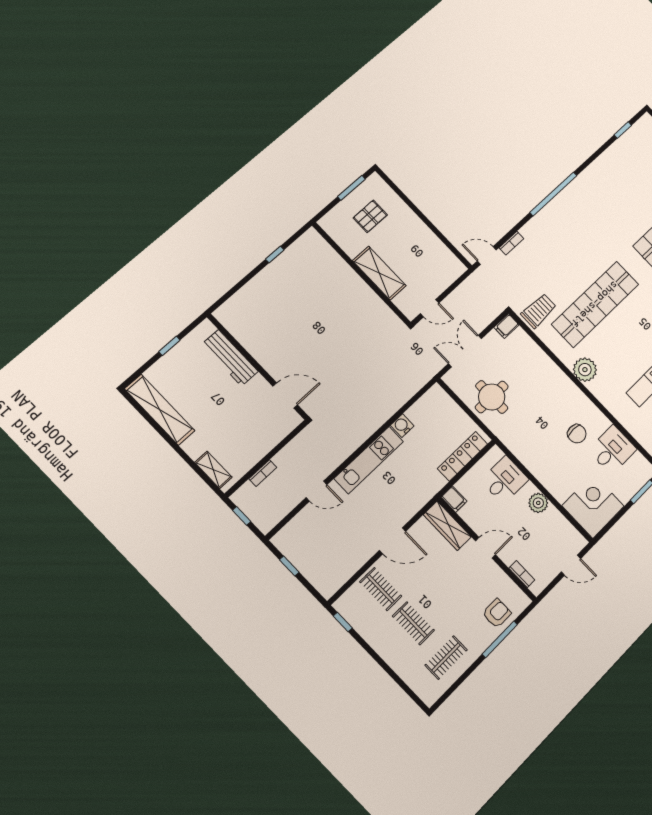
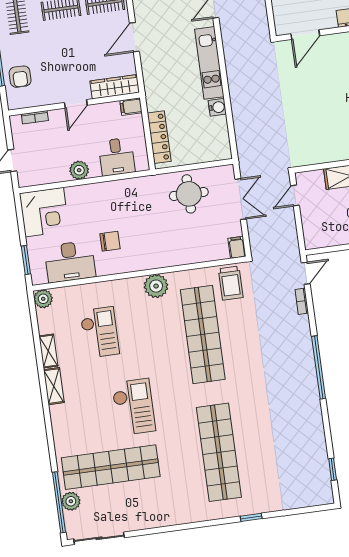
chair: (577, 434) -> (110, 241), turned 180
desk: (612, 450) -> (70, 262), width x1.37

